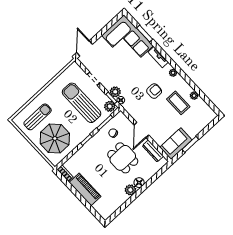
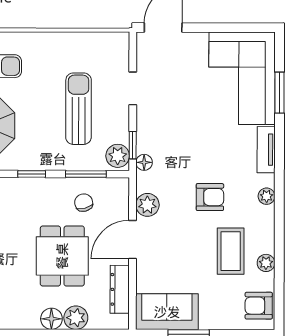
plant: (115, 92) -> (147, 205), moved
sun lounger: (82, 103) -> (79, 109), width x0.73, depth x0.75
armchair: (205, 112) -> (259, 306), added
plant: (130, 190) -> (76, 318), moved

